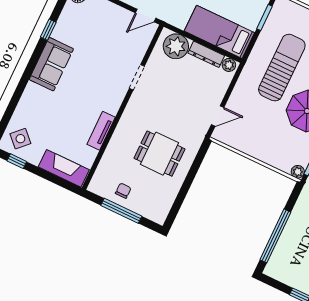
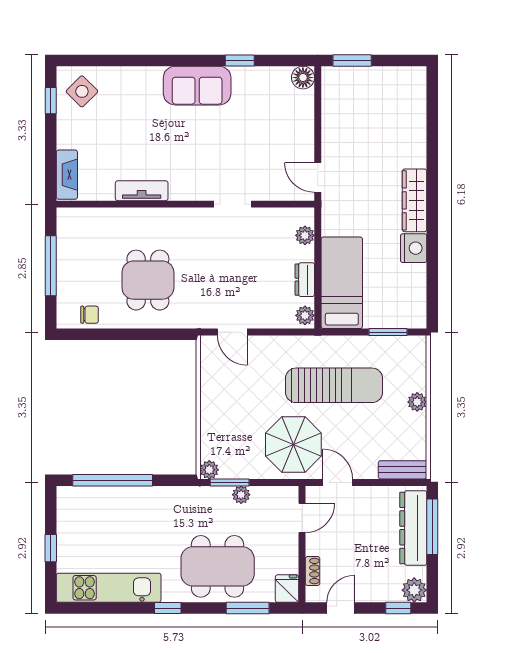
plant: (176, 46) -> (305, 235), width x0.53, depth x0.53
dresser: (206, 54) -> (305, 280), width x0.70
fireplace: (64, 168) -> (67, 175), width x0.73, depth x0.76
chair: (123, 191) -> (90, 315), moved

